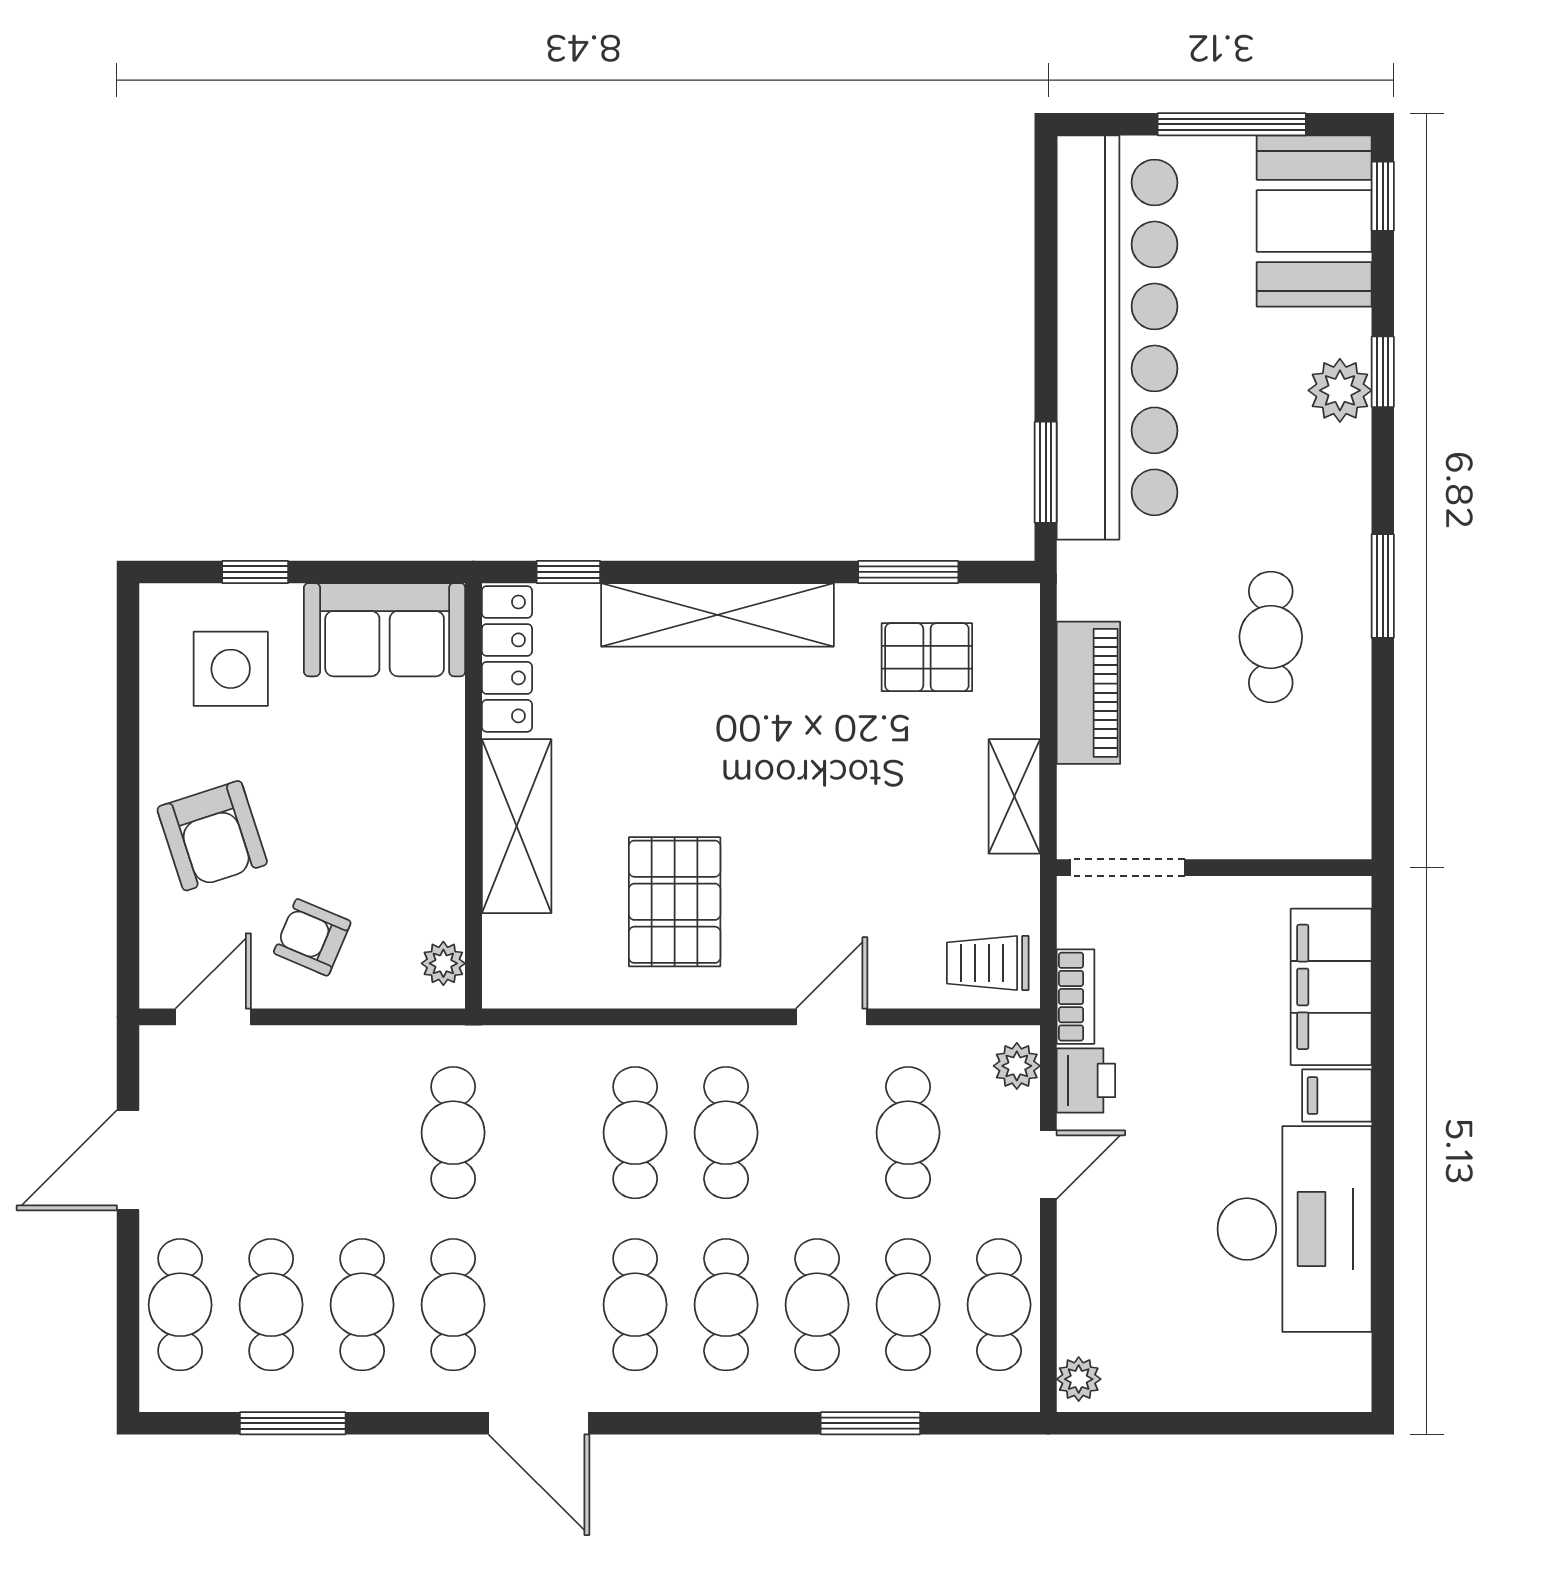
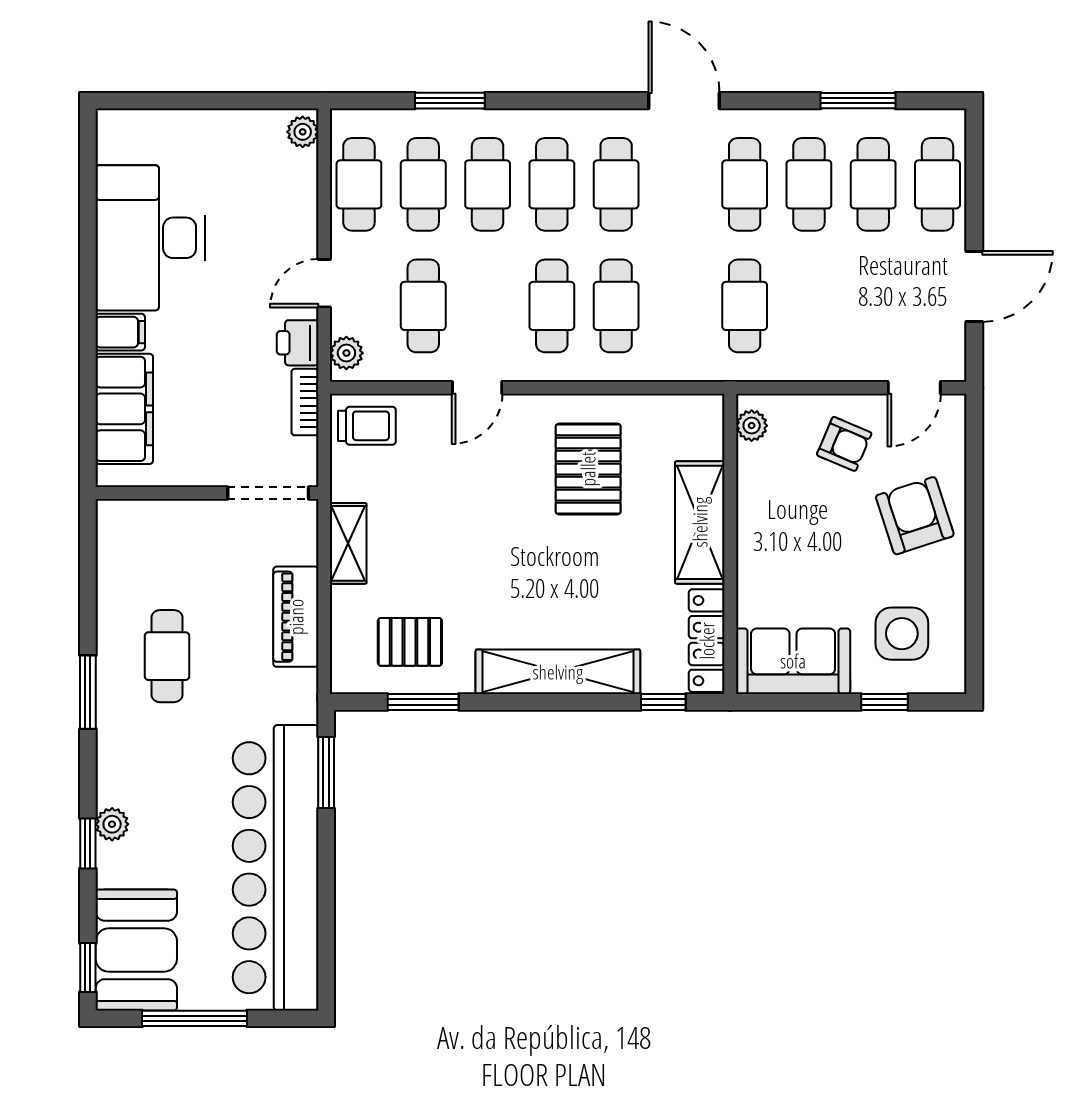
plant: (1340, 390) -> (112, 824), width x0.73, depth x0.73

